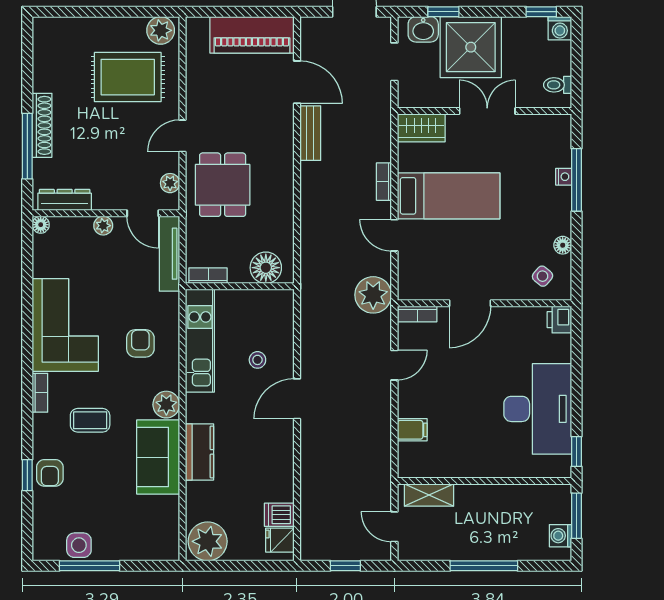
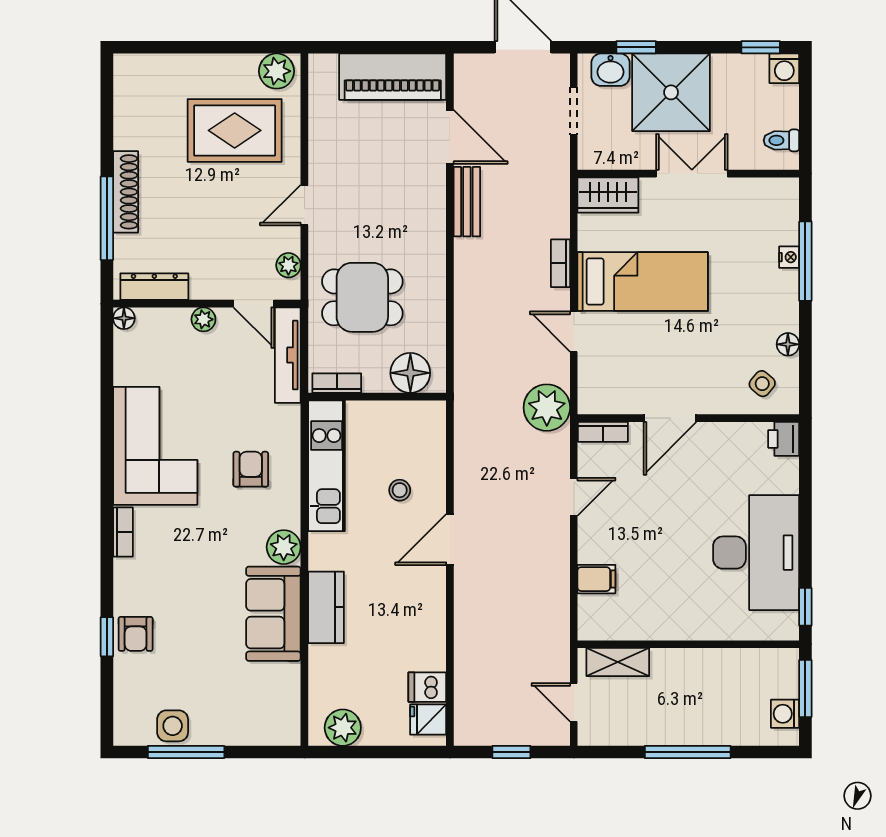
dining table: (223, 185) -> (362, 297), moved, turned 90
coffee table: (90, 420) -> (187, 567), removed
plant: (208, 541) -> (343, 728), width x0.73, depth x0.73

